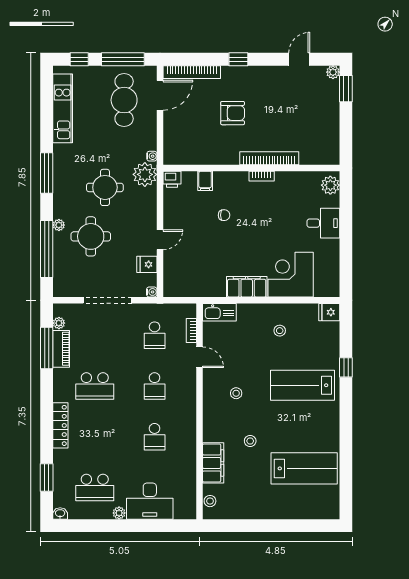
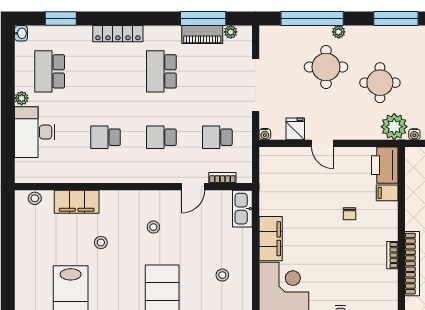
printer: (172, 179) -> (385, 165), width x1.87, depth x1.48

